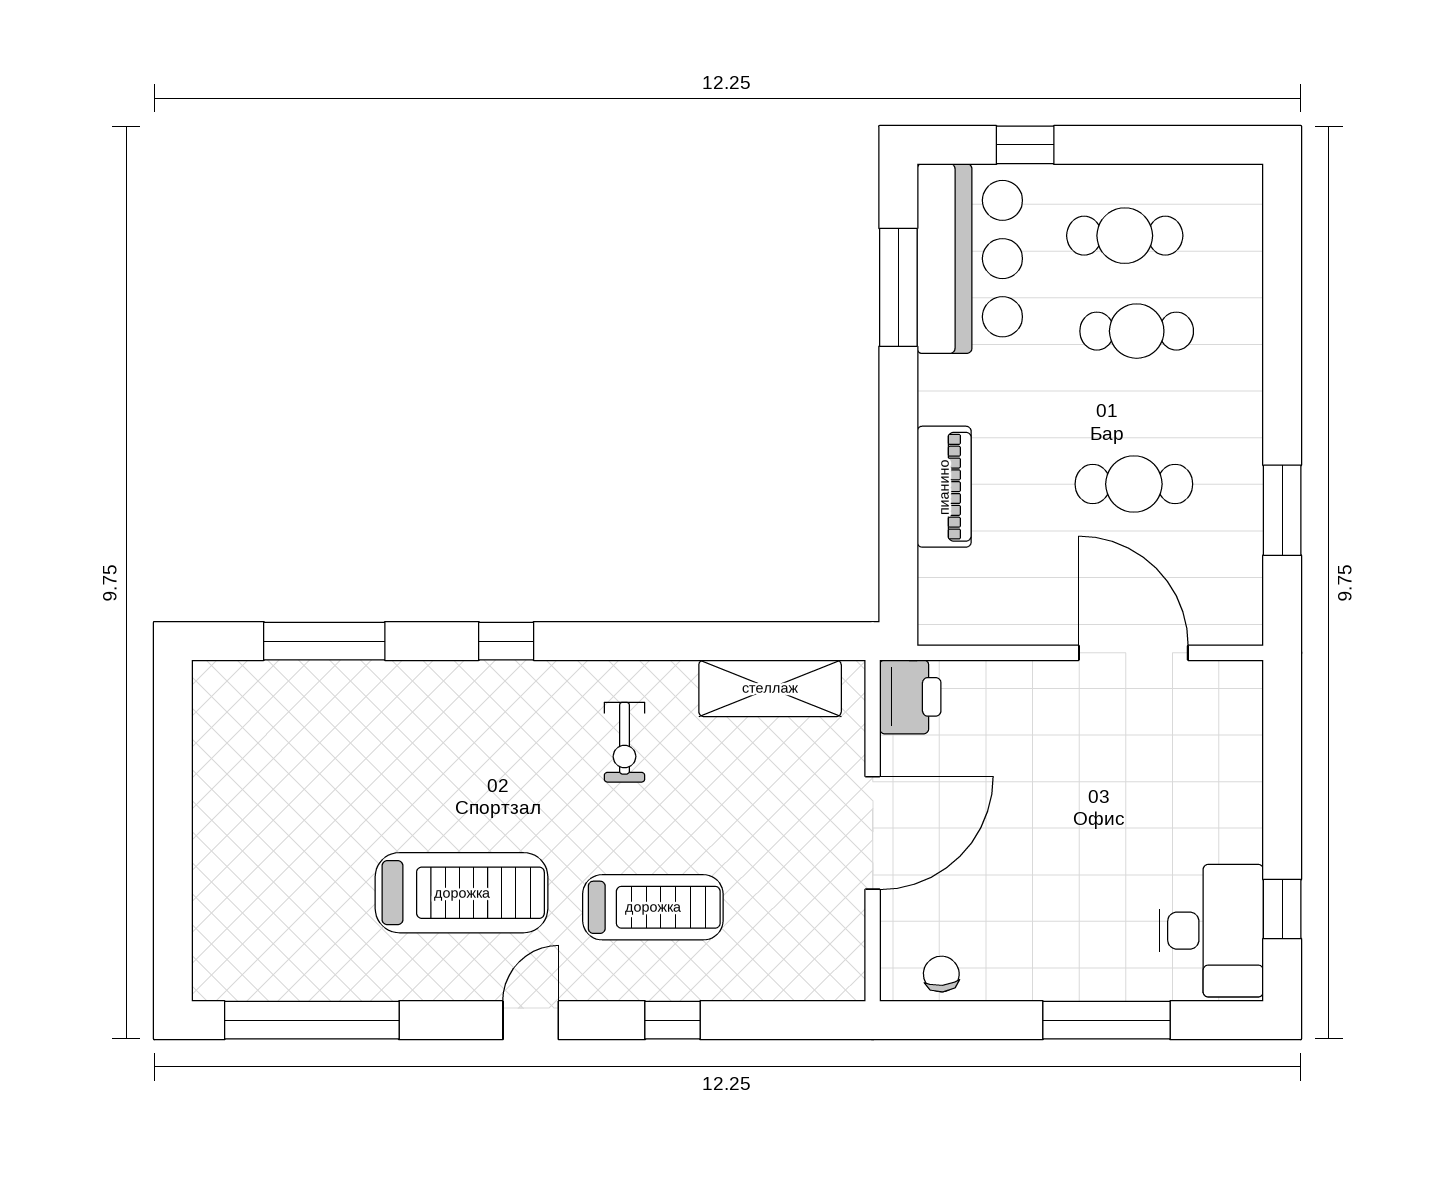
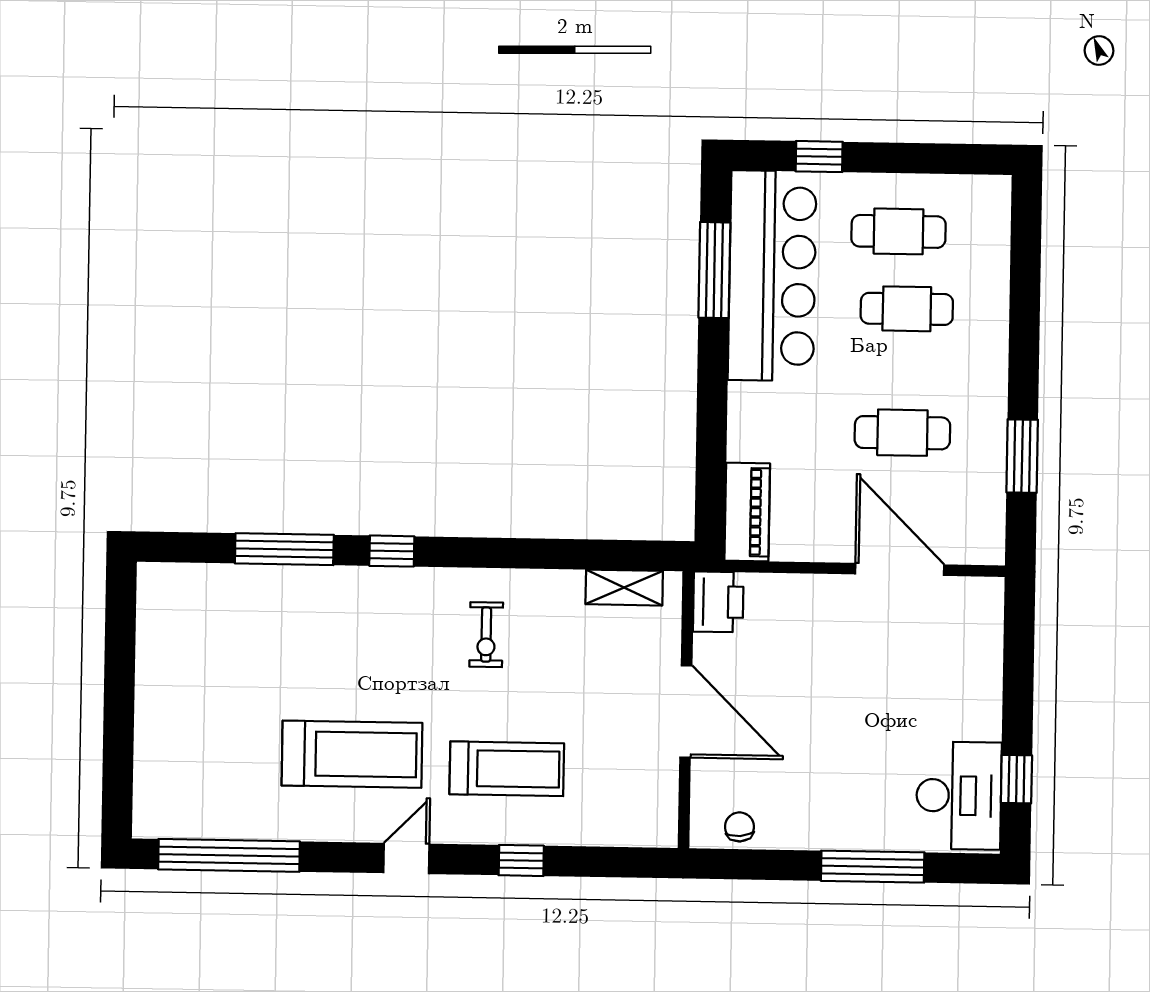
bar counter: (970, 259) -> (772, 276), width x1.36
piano: (944, 487) -> (747, 512), moved
window: (324, 641) -> (284, 549), moved
shelving: (770, 688) -> (624, 588), width x0.67, depth x0.75
door: (873, 833) -> (686, 712), hinge flipped

